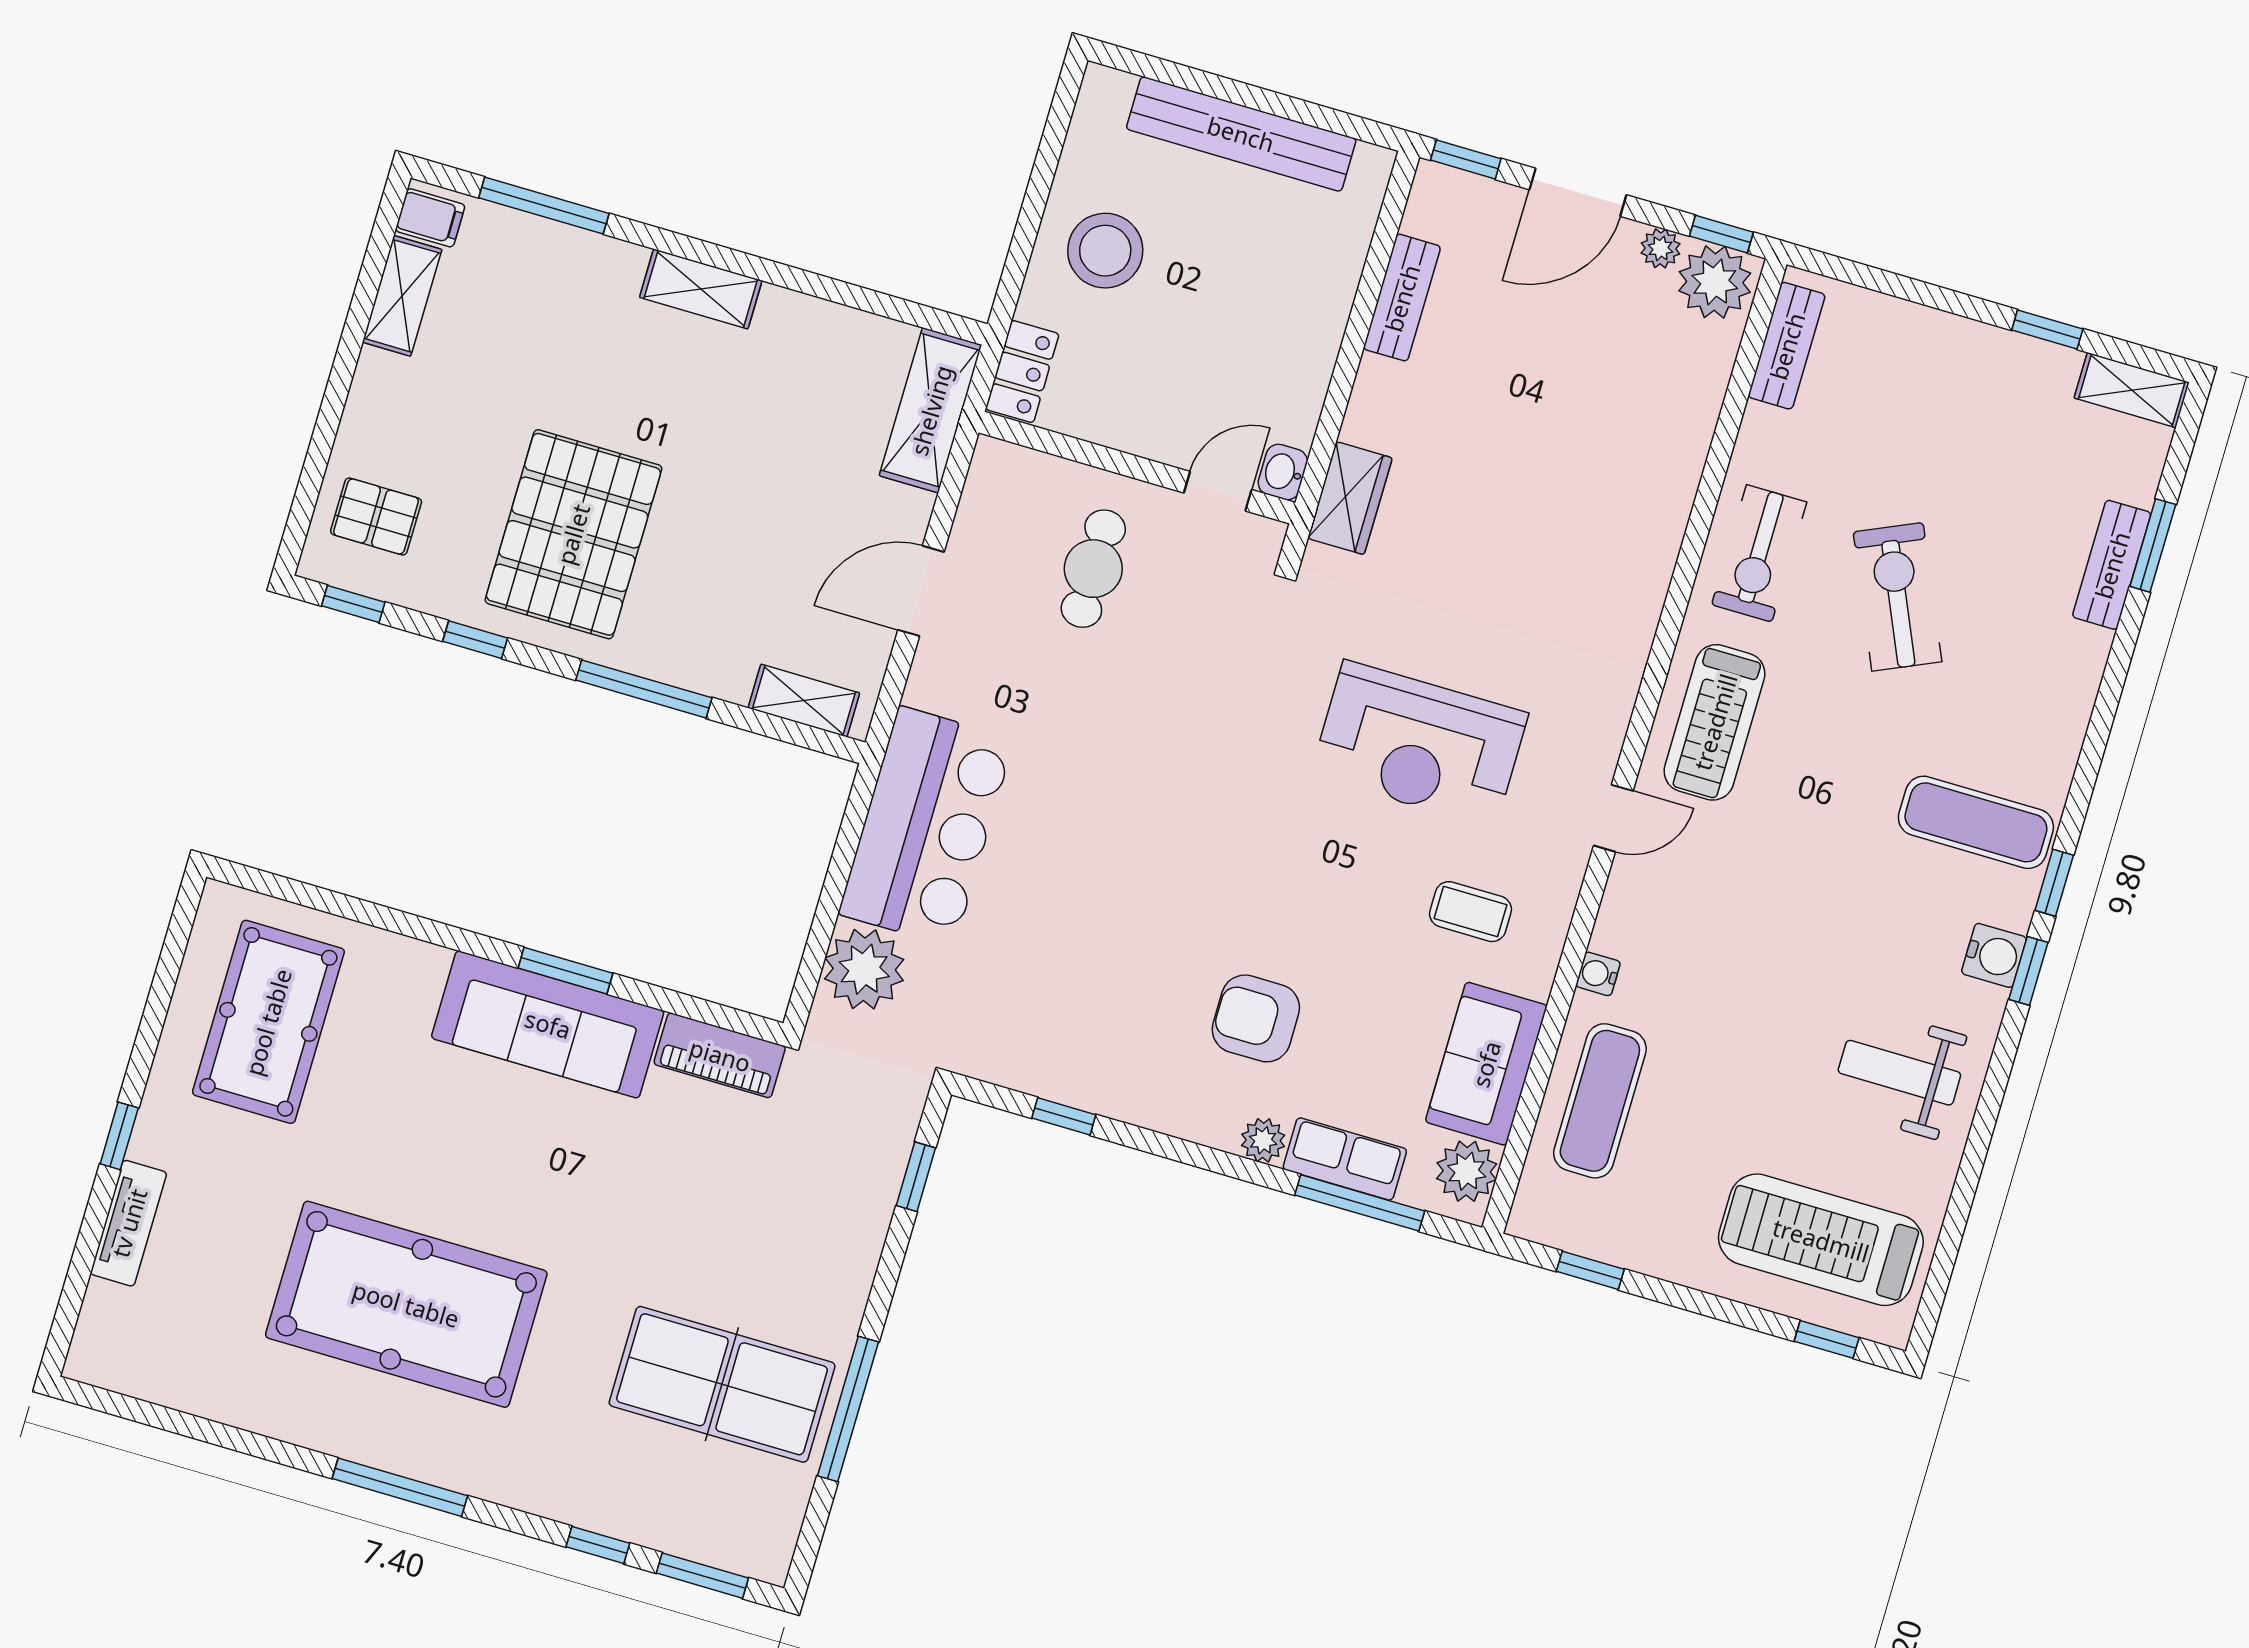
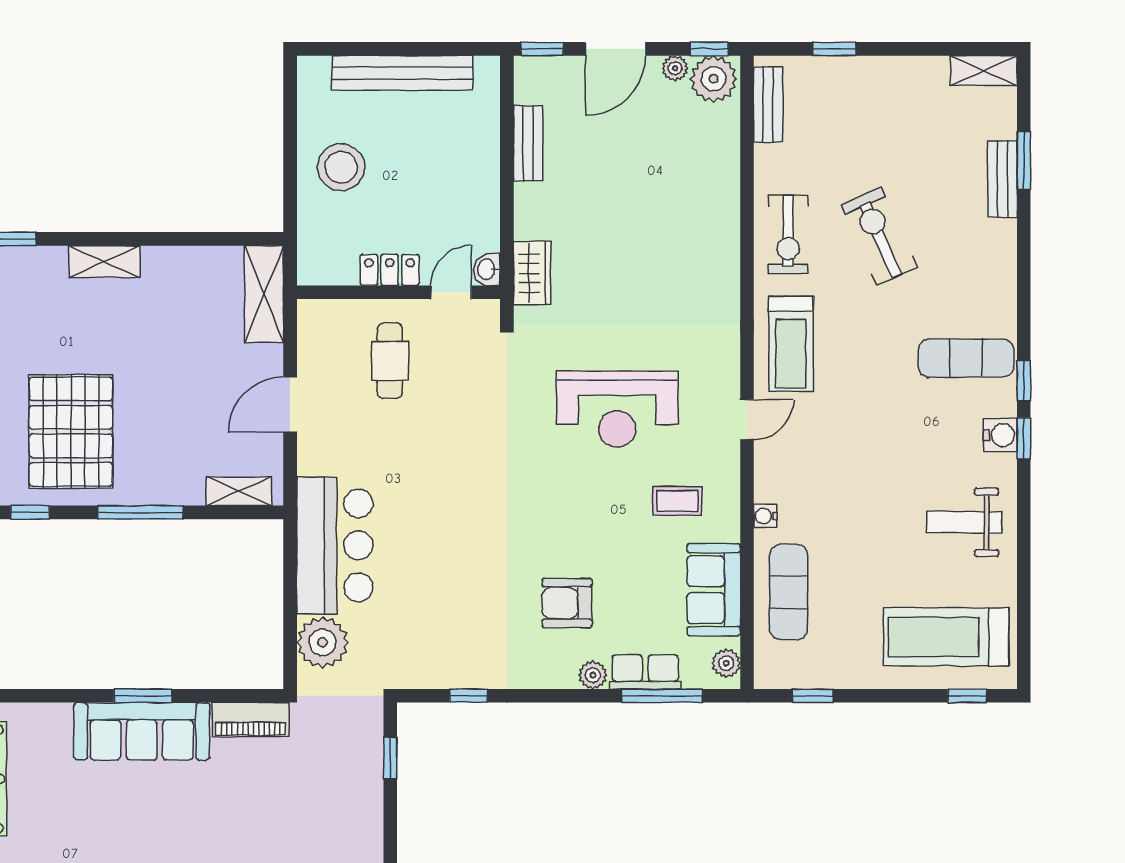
window: (2047, 329) -> (834, 49), moved
locker: (1022, 372) -> (390, 270), moved, turned -90
plant: (1467, 1171) -> (726, 663), width x0.73, depth x0.73

